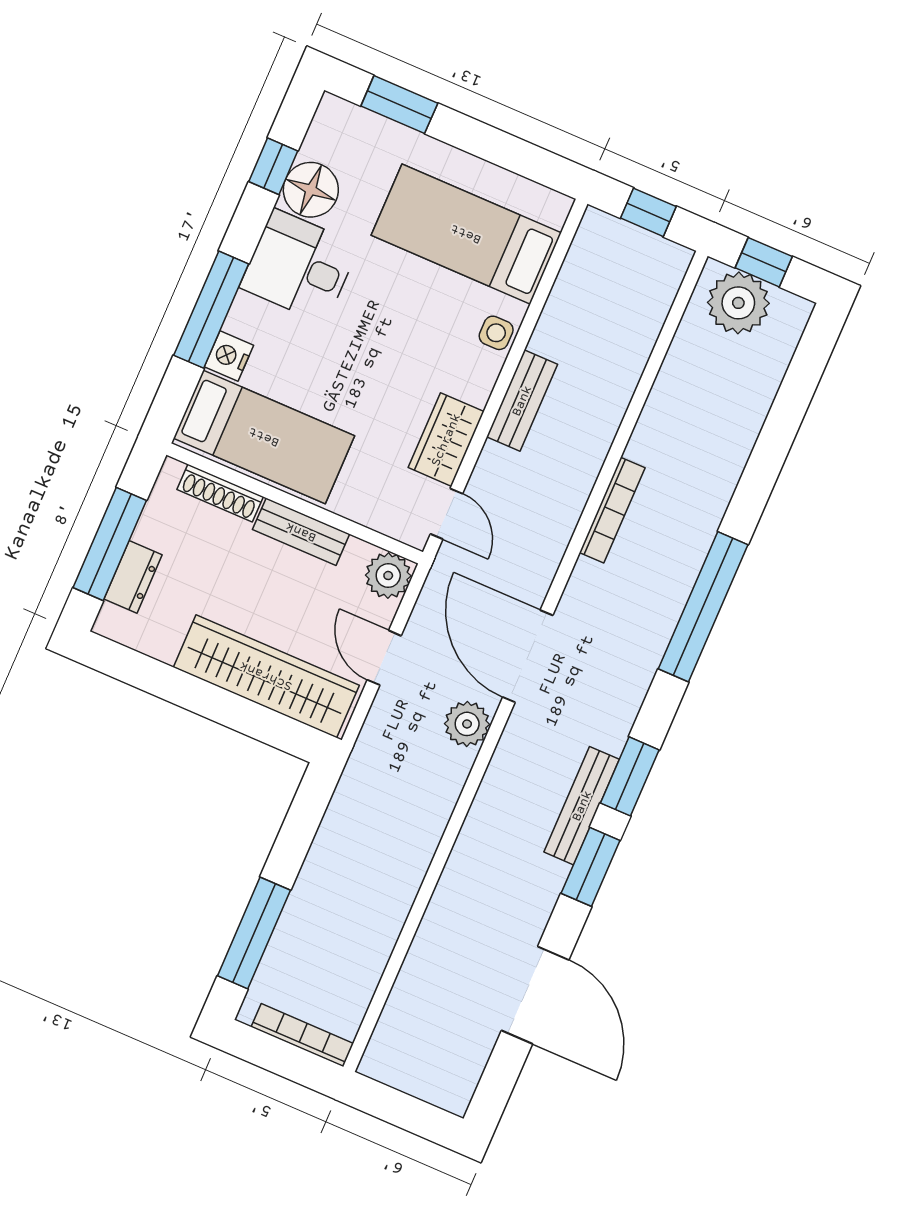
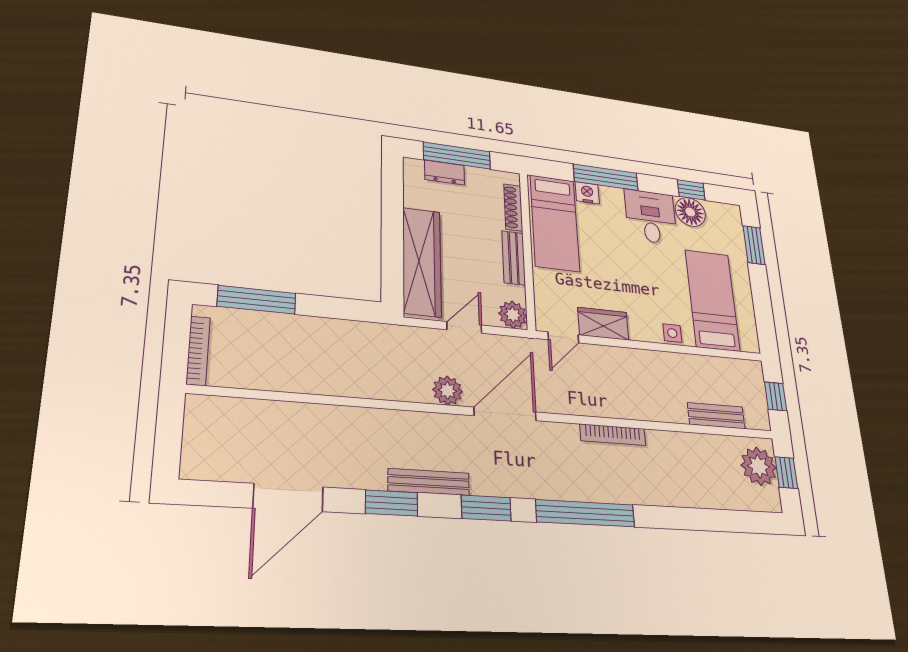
bench: (522, 401) -> (716, 416), moved
window: (630, 776) -> (486, 508), moved

